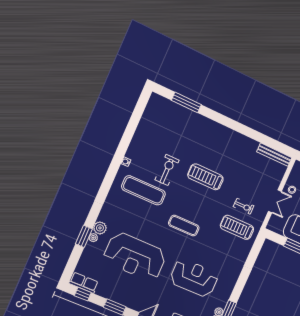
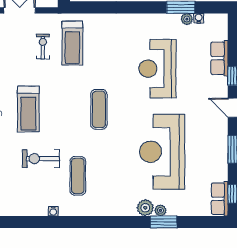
exercise mat: (144, 190) -> (78, 176), width x0.73, depth x0.69
reception desk: (135, 257) -> (162, 152), turned 180

